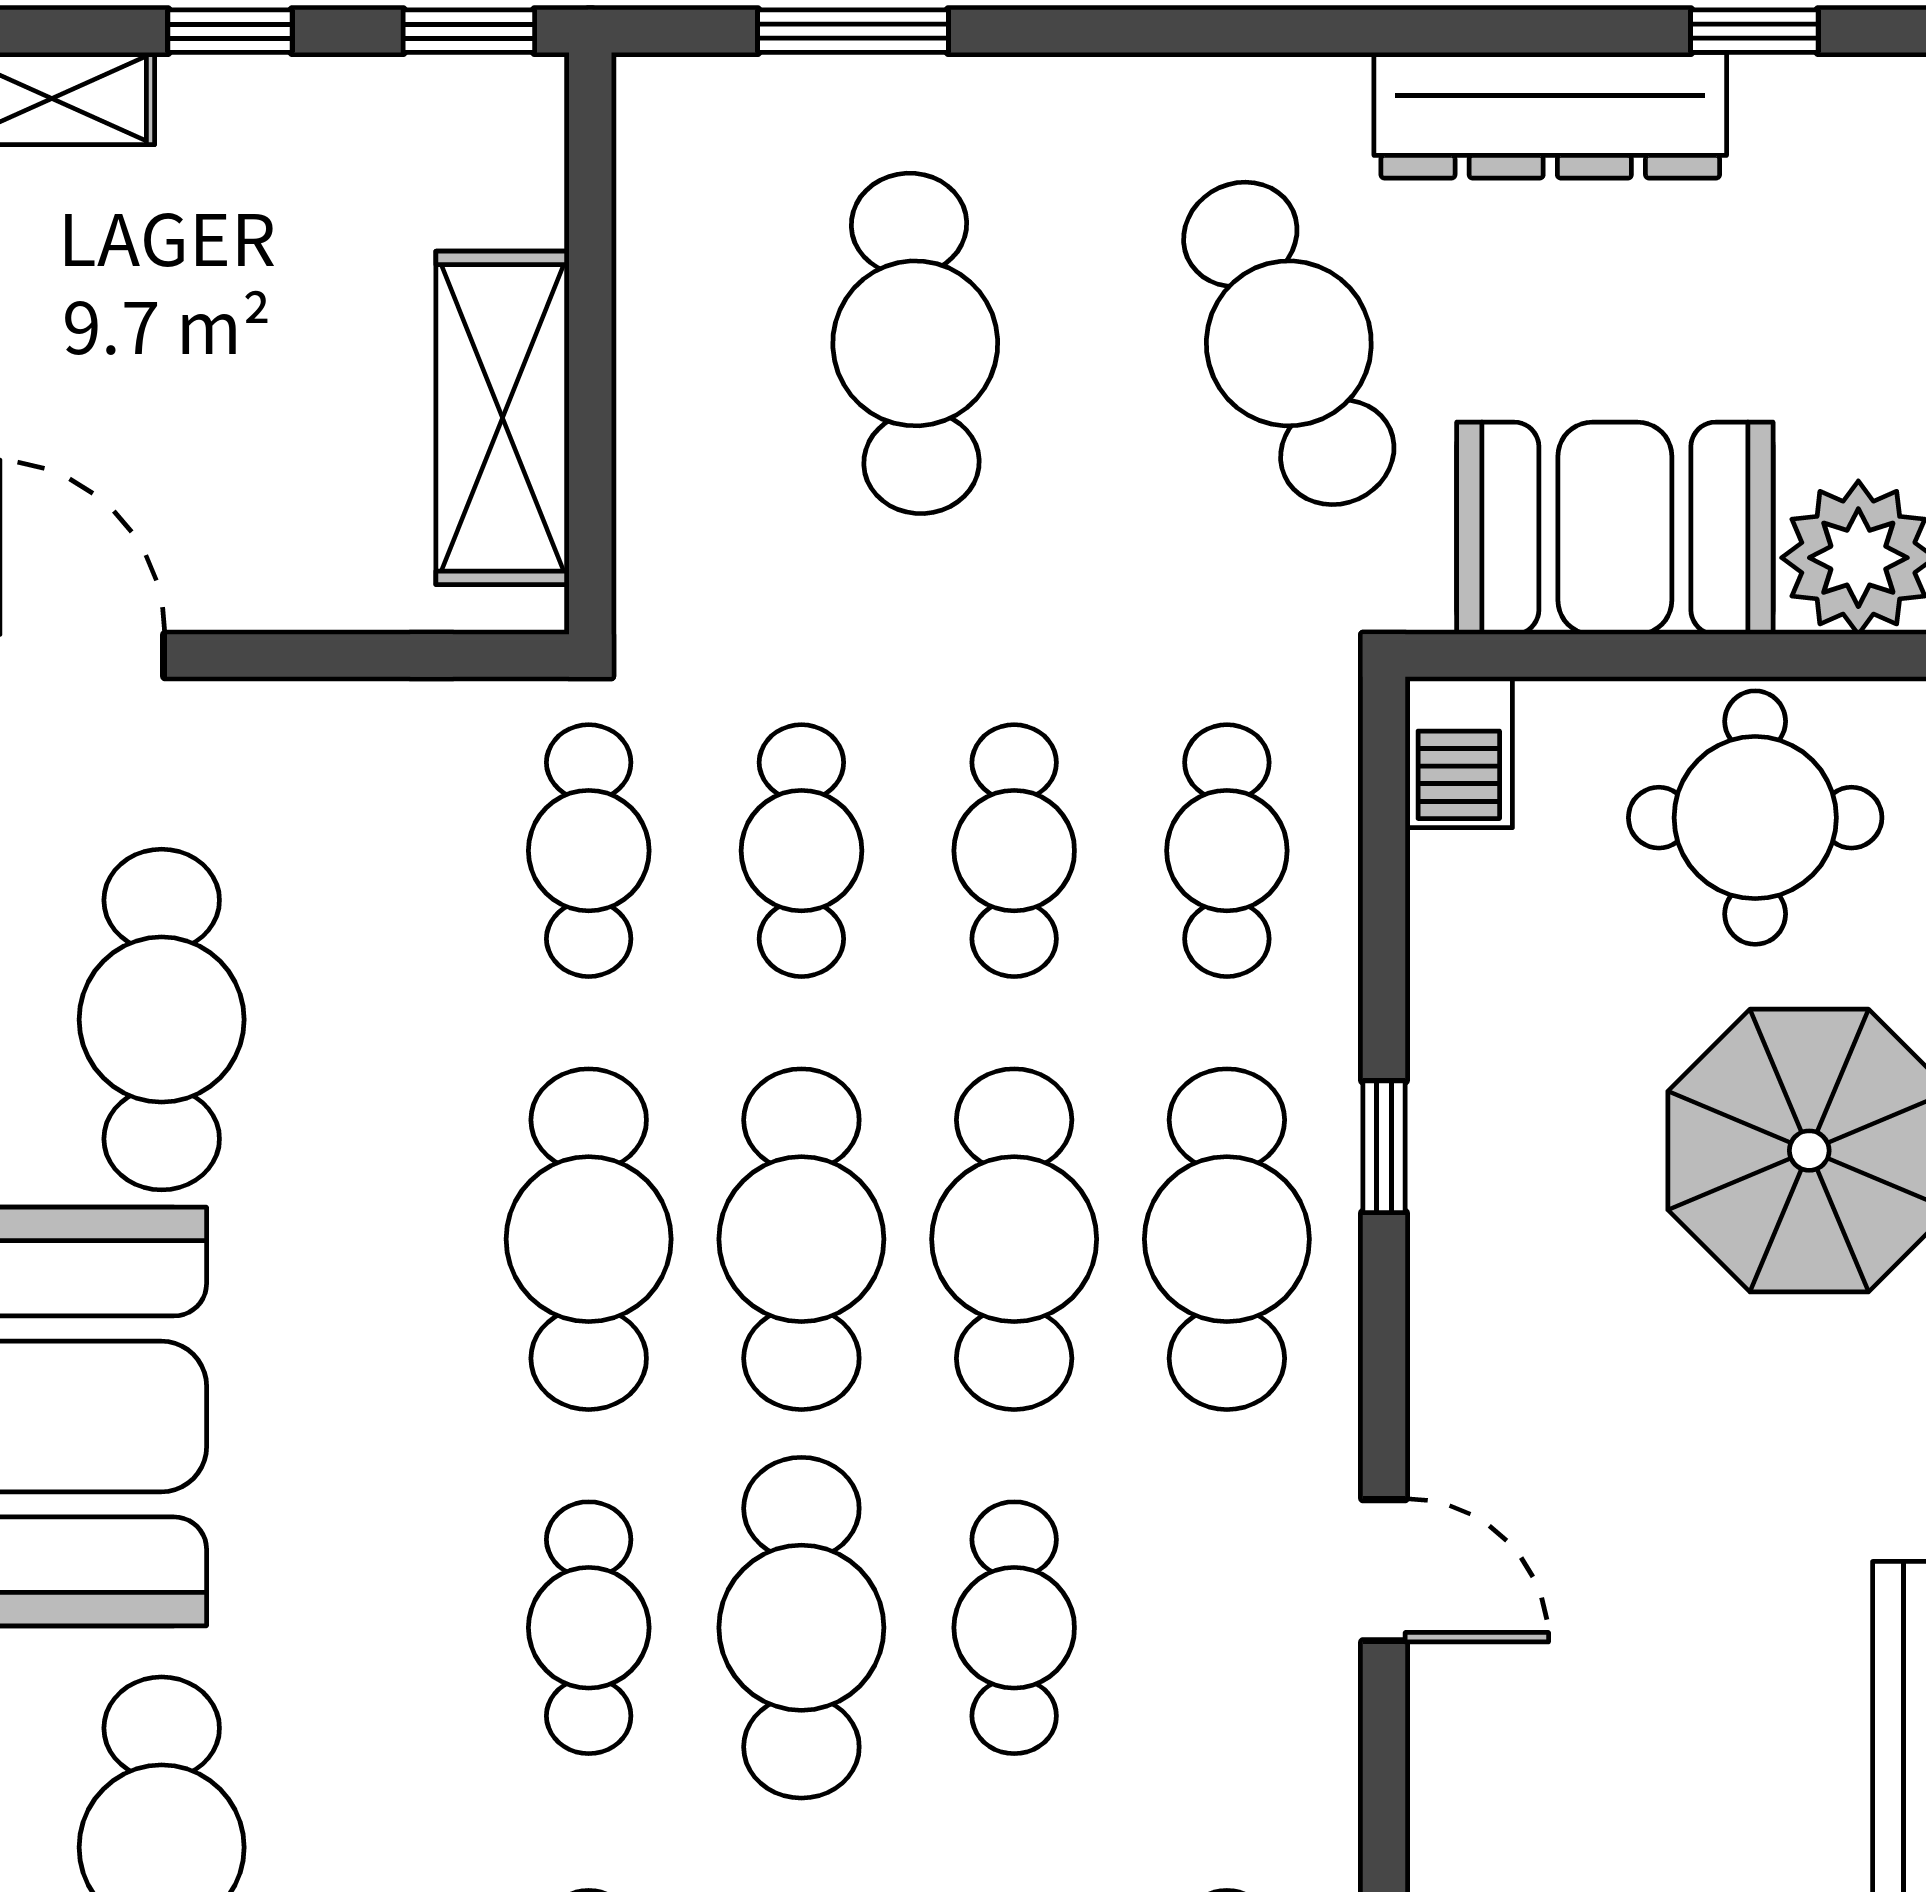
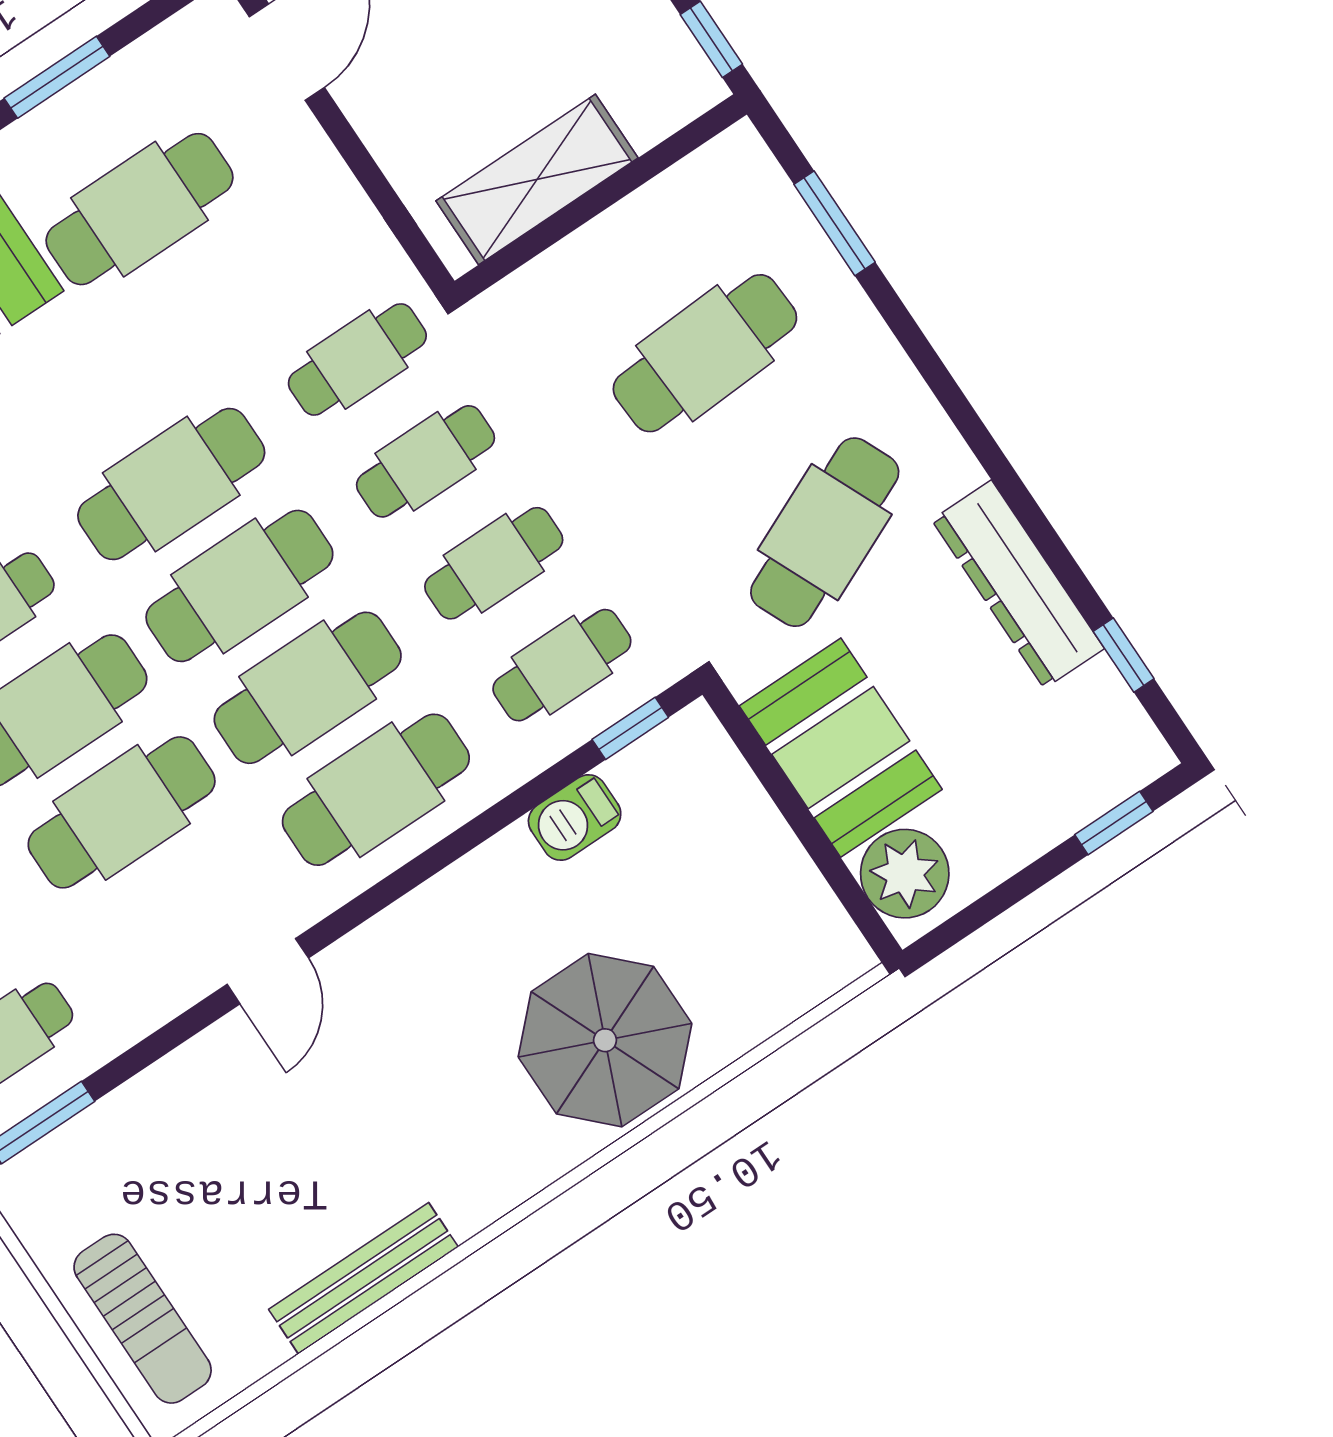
barbecue: (1459, 752) -> (575, 818), moved
round table: (1755, 818) -> (747, 908), removed
window: (1384, 1147) -> (630, 728), moved
cafe table: (1014, 1628) -> (122, 812), width x1.37, depth x1.35

